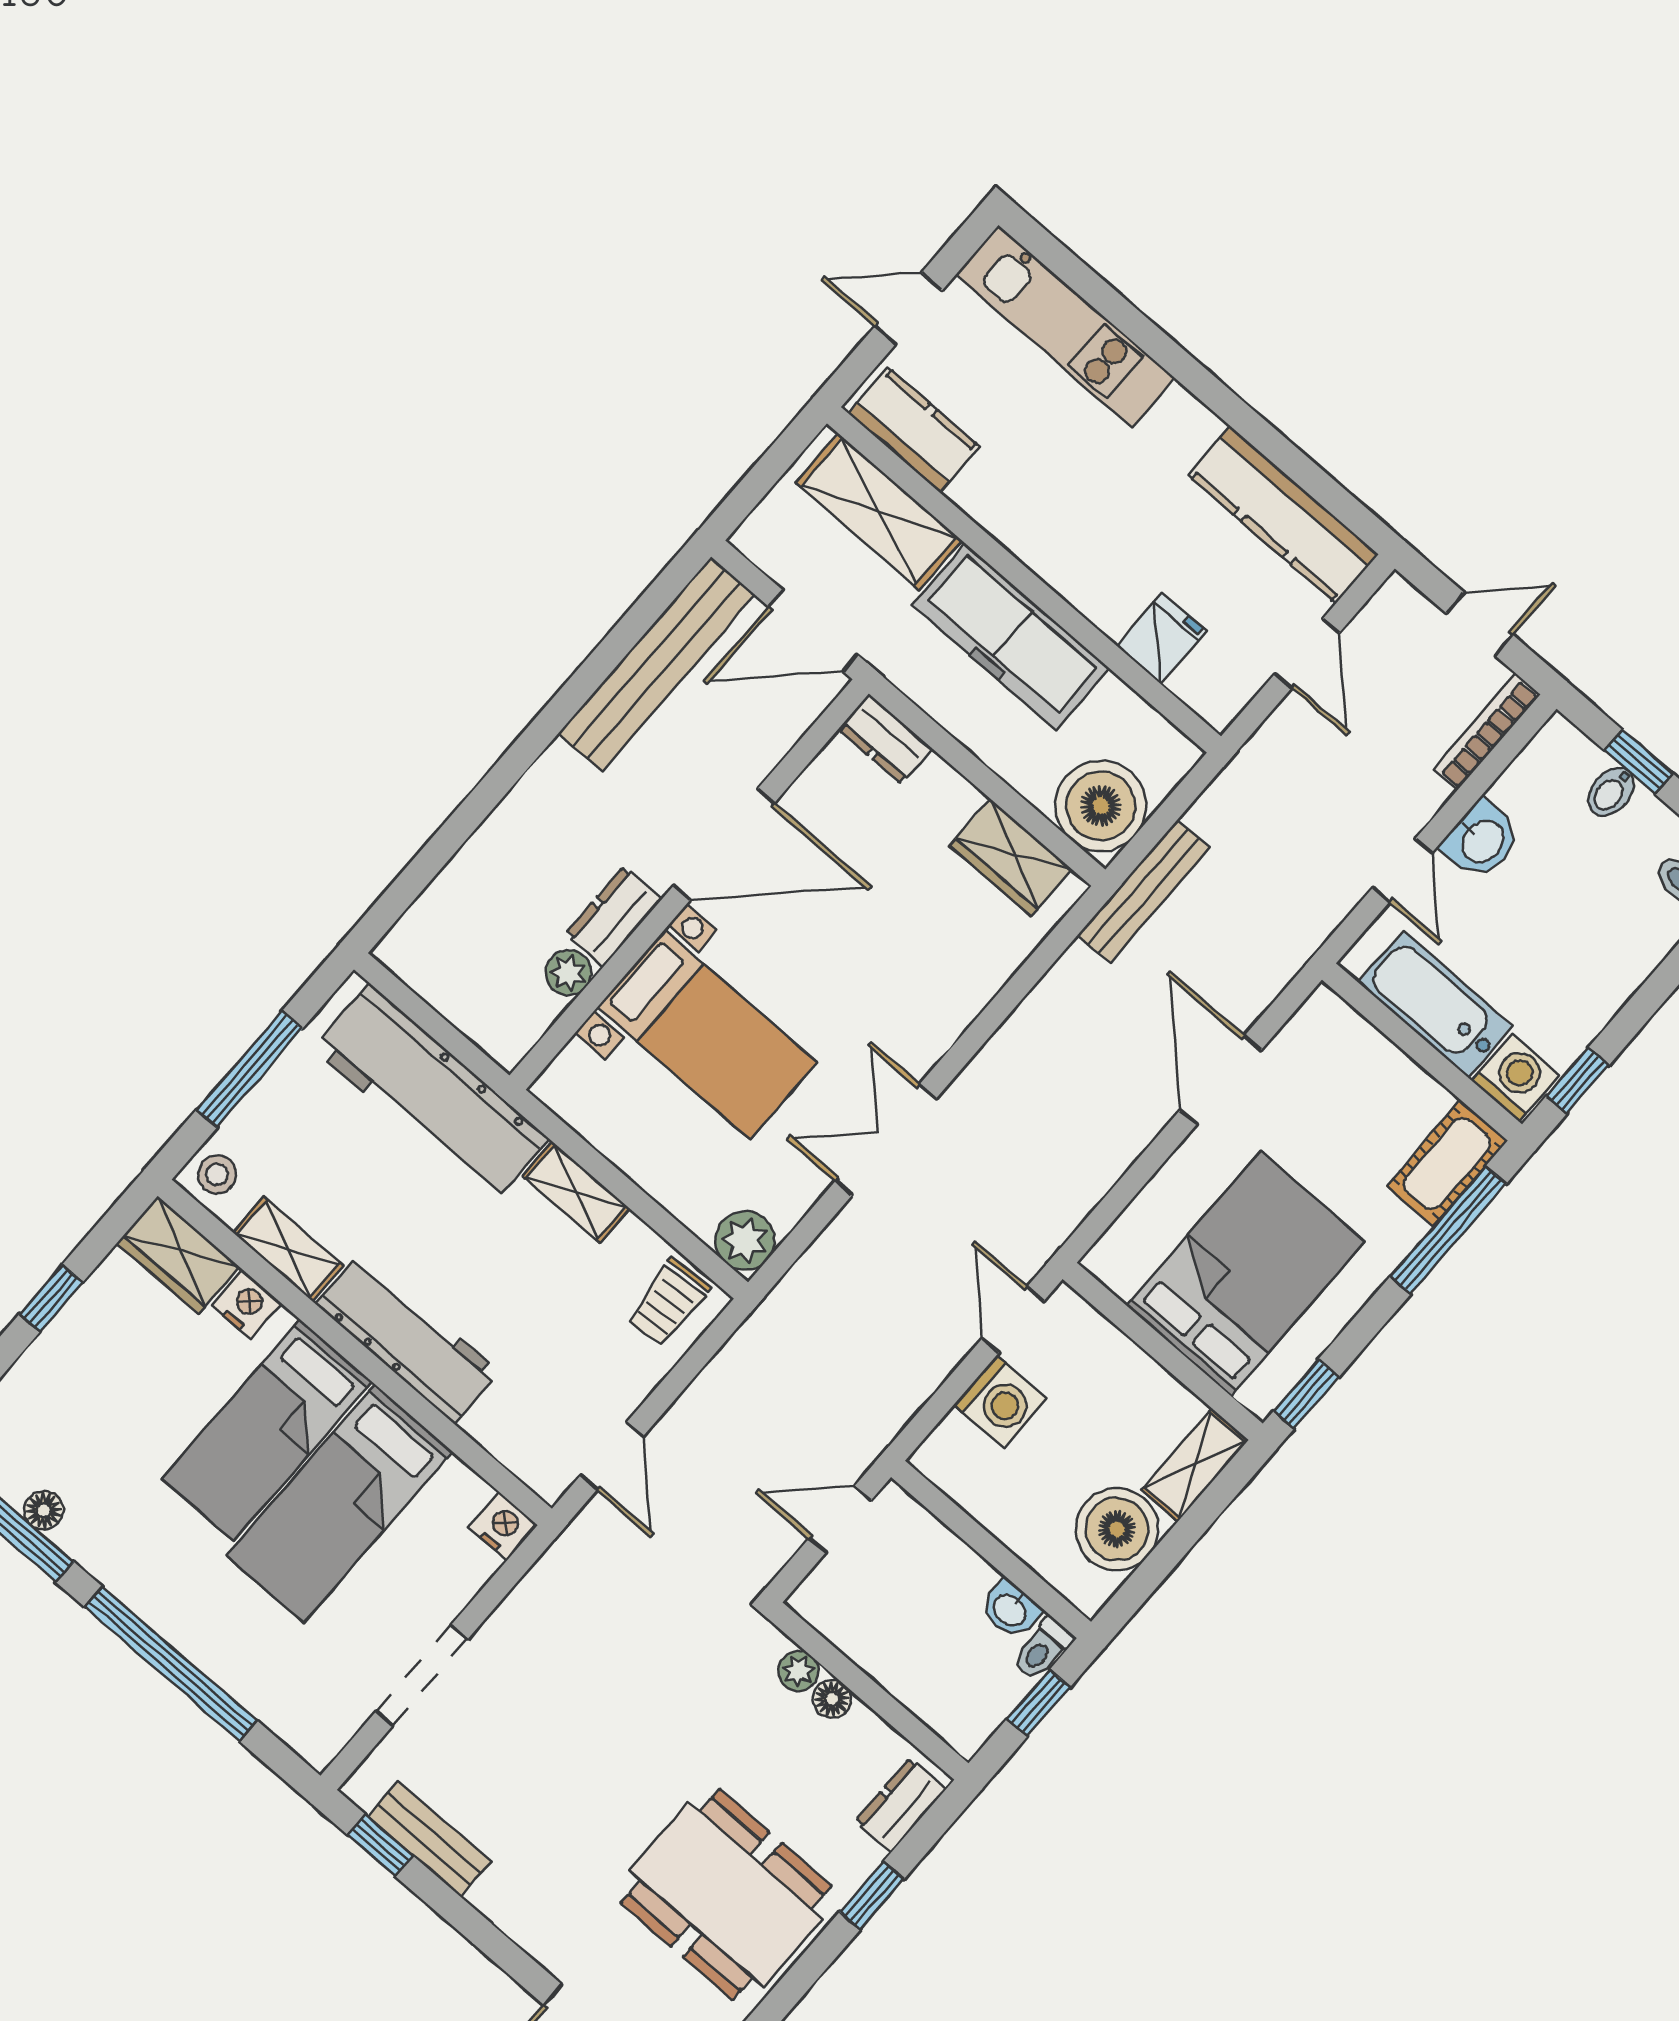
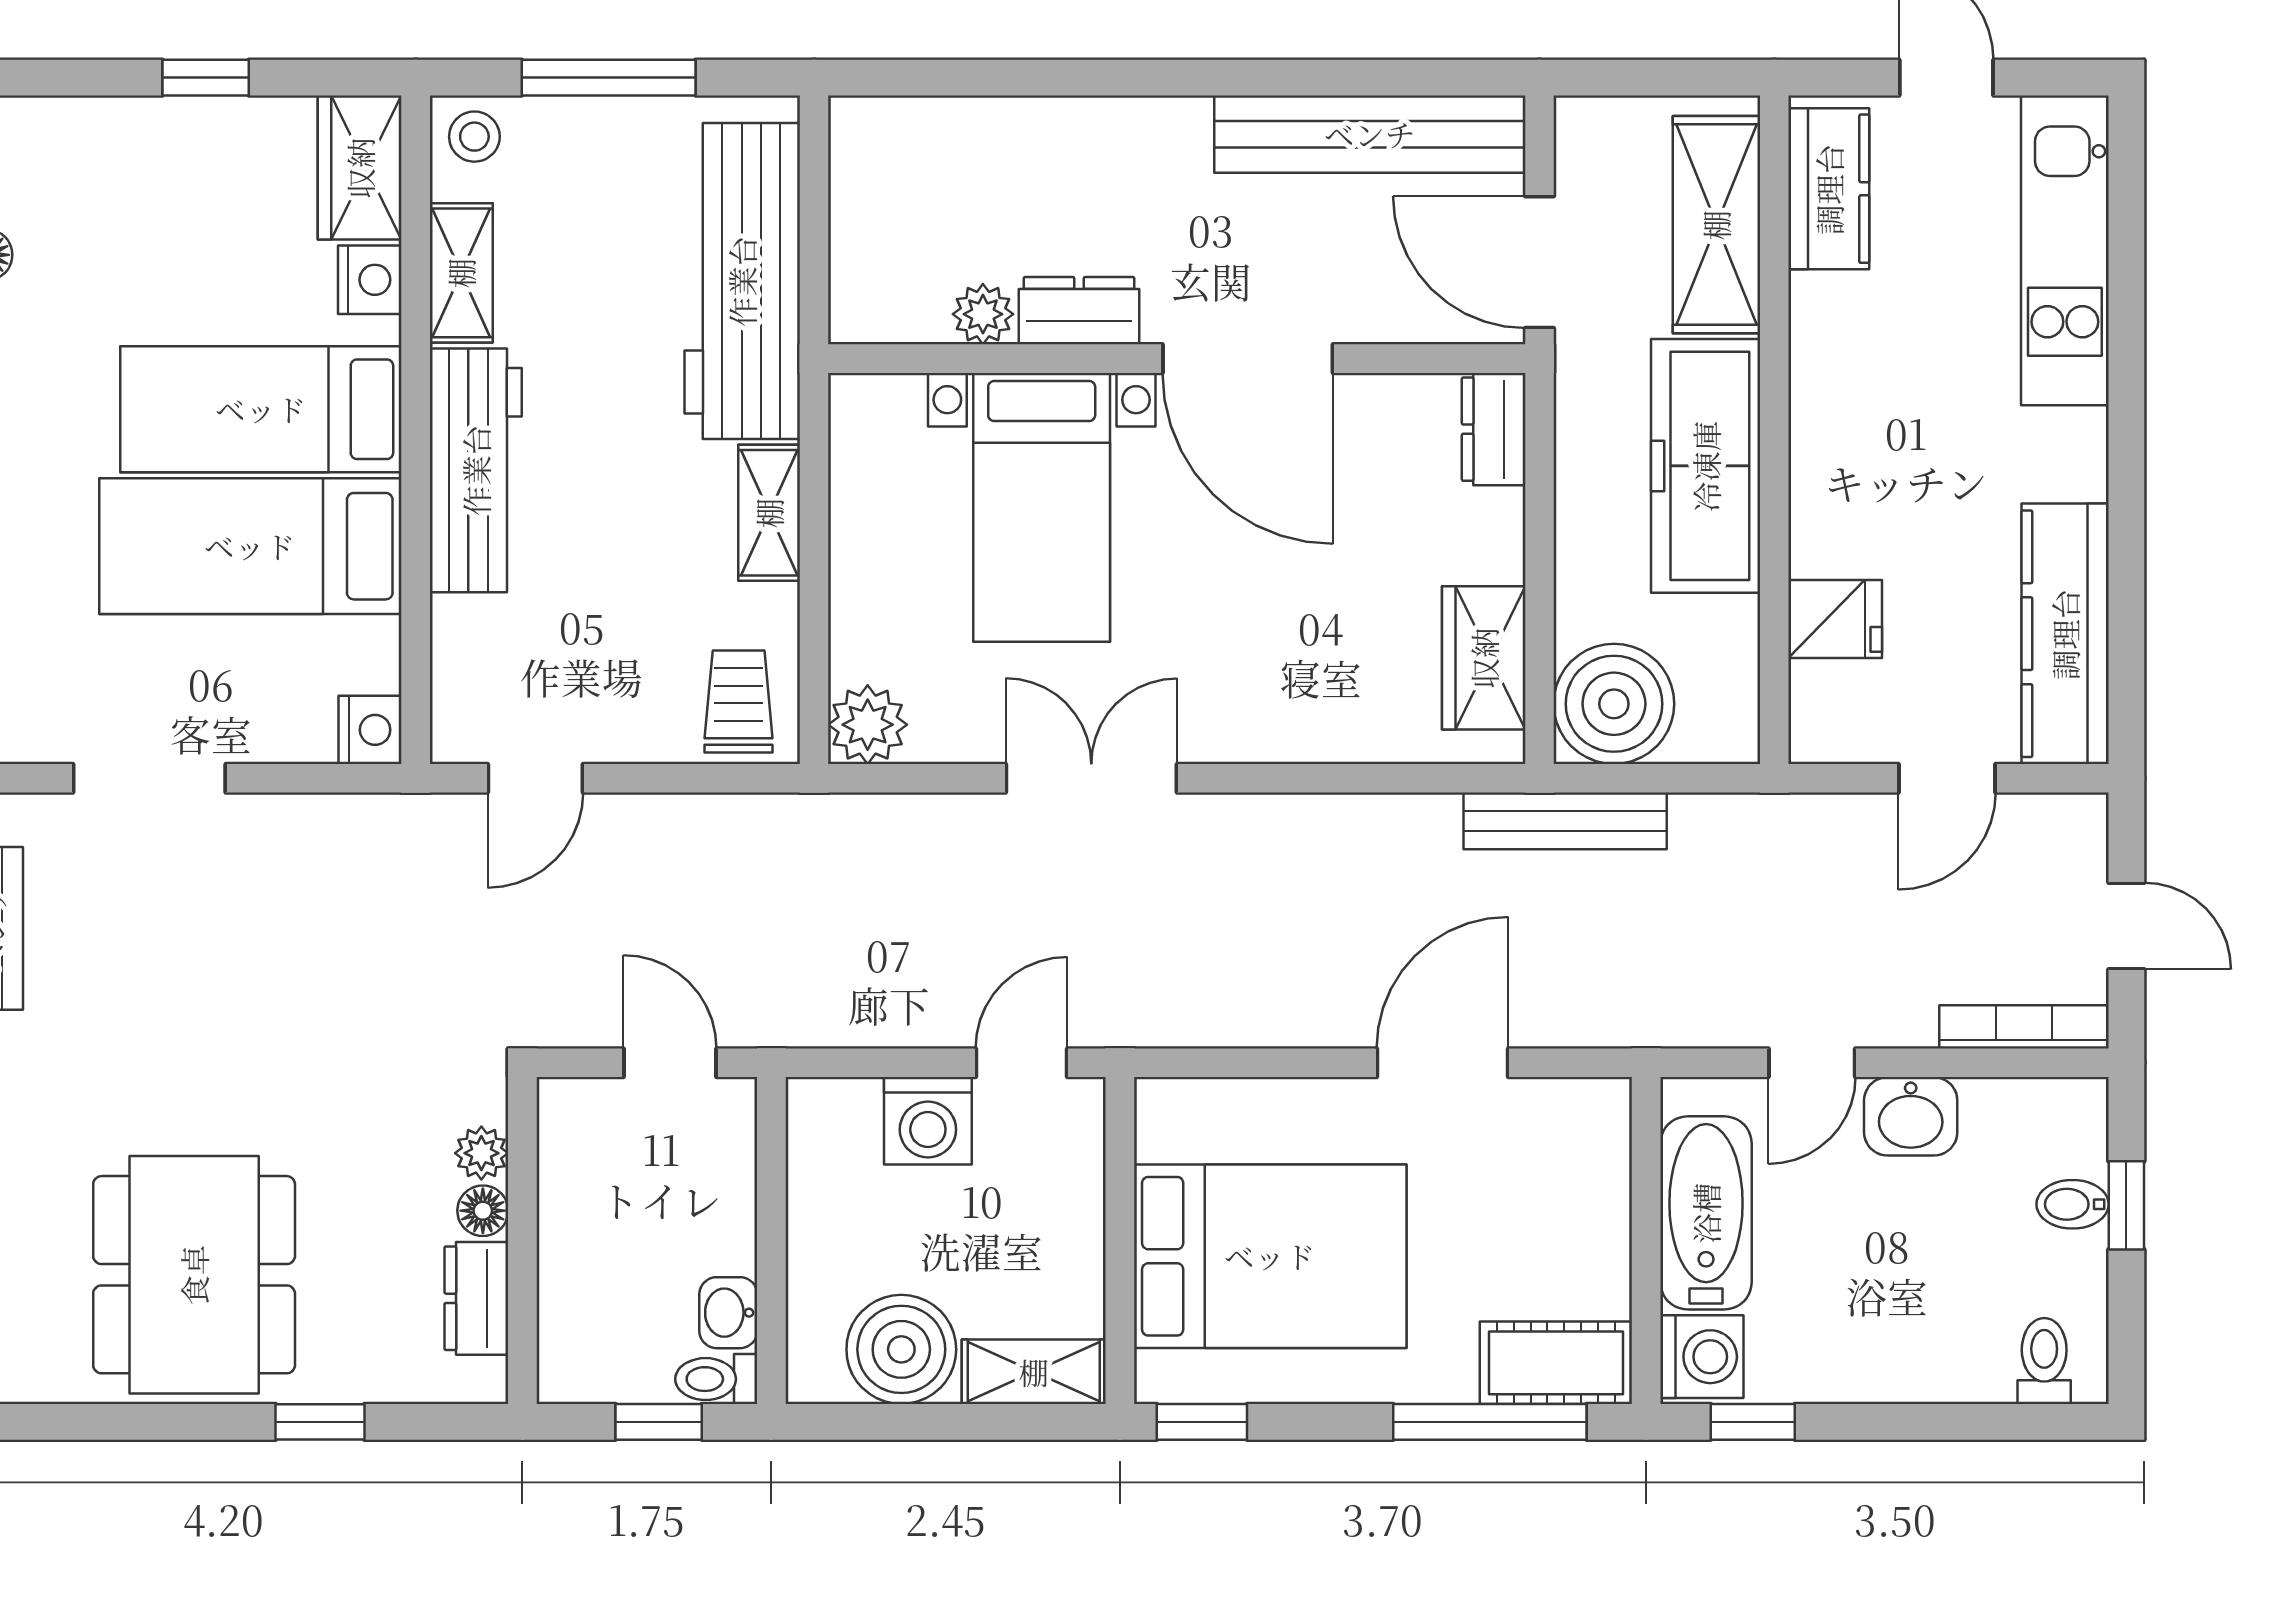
trolley: (668, 1303) -> (739, 702), turned 94
dresser: (901, 1805) -> (476, 1298), moved, turned -90

